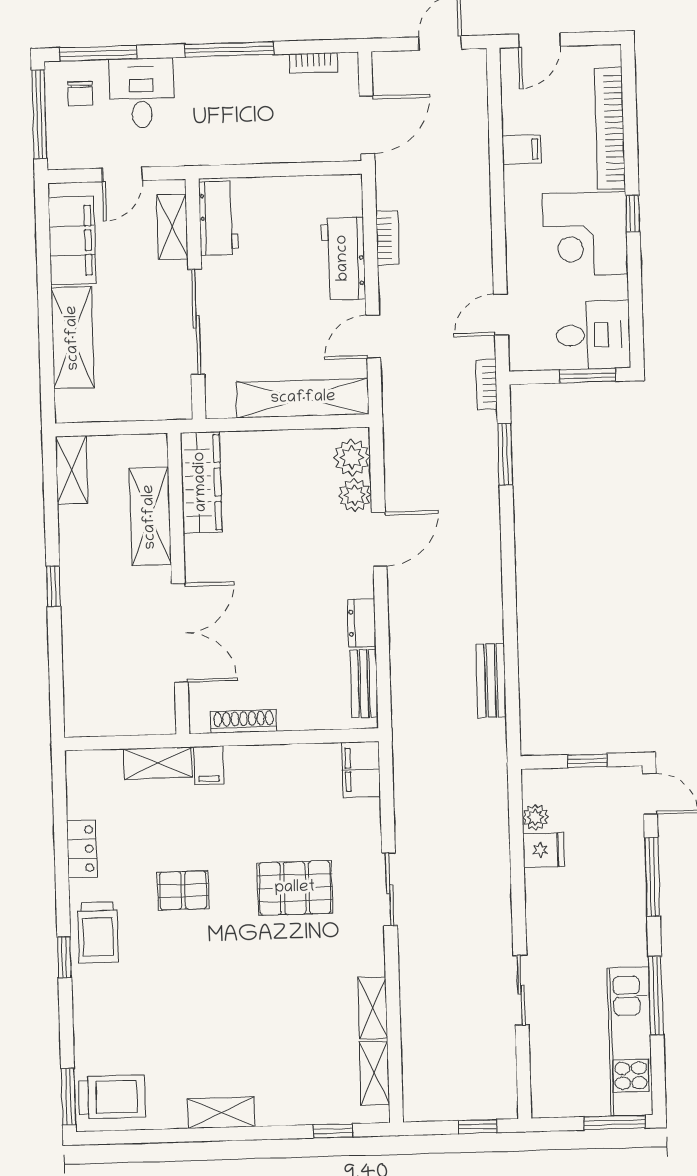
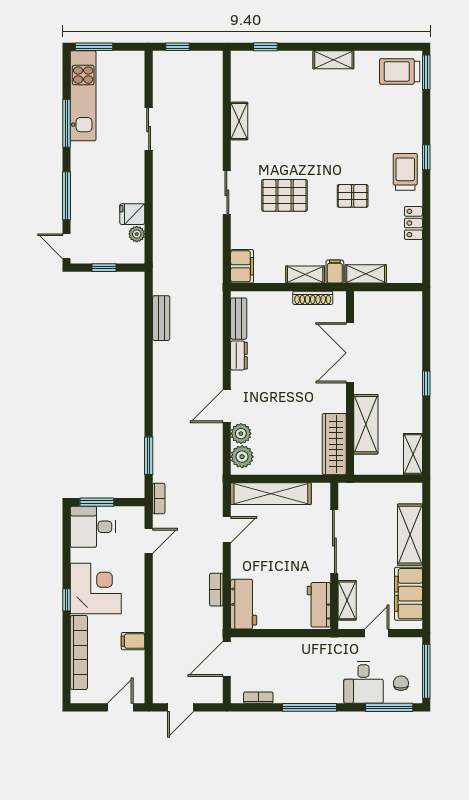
workbench: (343, 258) -> (244, 604), moved
shelving: (374, 1073) -> (305, 275), moved, turned 90

